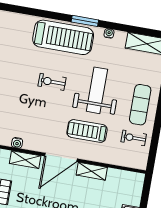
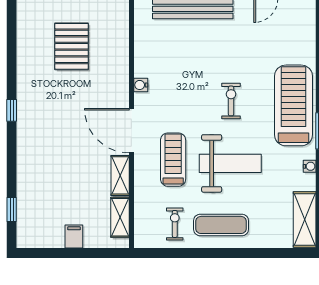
treadmill: (63, 37) -> (293, 105), turned 180
water cooler: (17, 143) -> (141, 85), moved
shelving: (25, 160) -> (120, 217), moved

